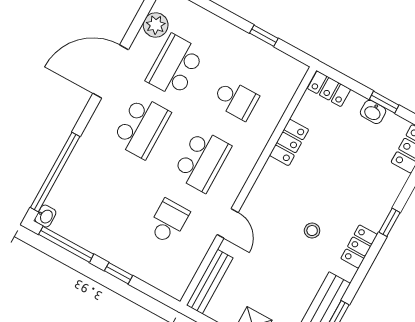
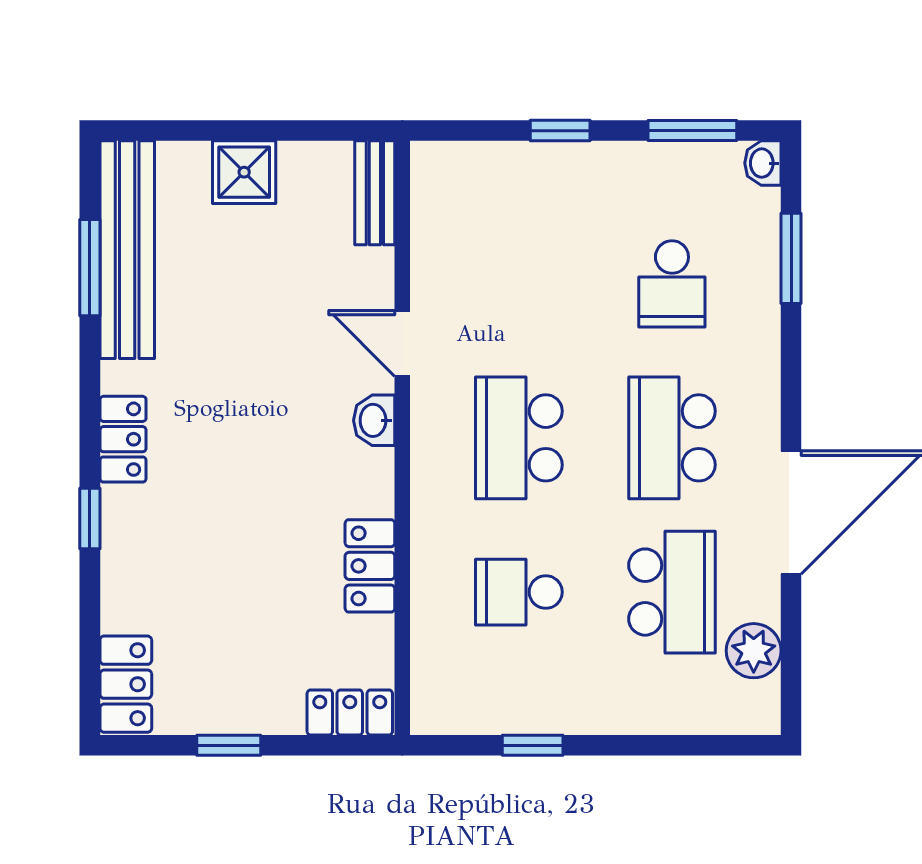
washbasin: (373, 112) -> (374, 420), moved, turned -90
window: (55, 172) -> (791, 258), width x0.47
school desk: (168, 222) -> (672, 284), moved
stool: (312, 231) -> (231, 420), removed
window: (66, 244) -> (692, 131), width x0.69
bench: (210, 282) -> (375, 193), width x0.73

